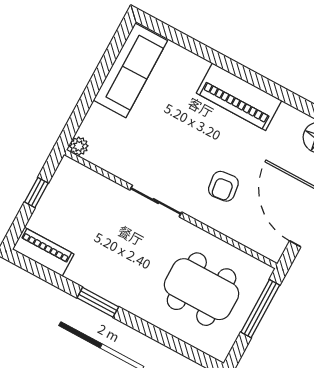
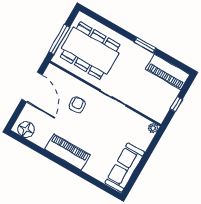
piano: (43, 252) -> (168, 72), width x1.37, depth x1.33
dining table: (202, 289) -> (90, 51), width x1.36, depth x1.24

